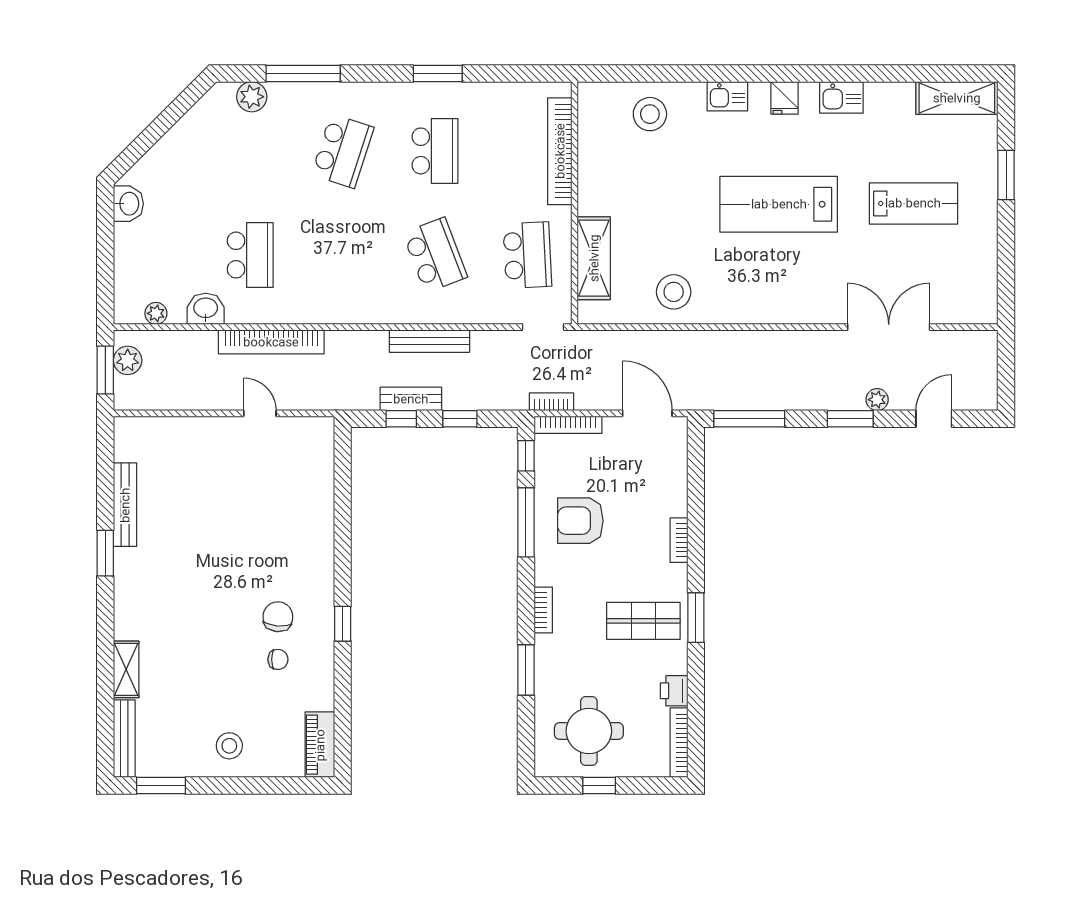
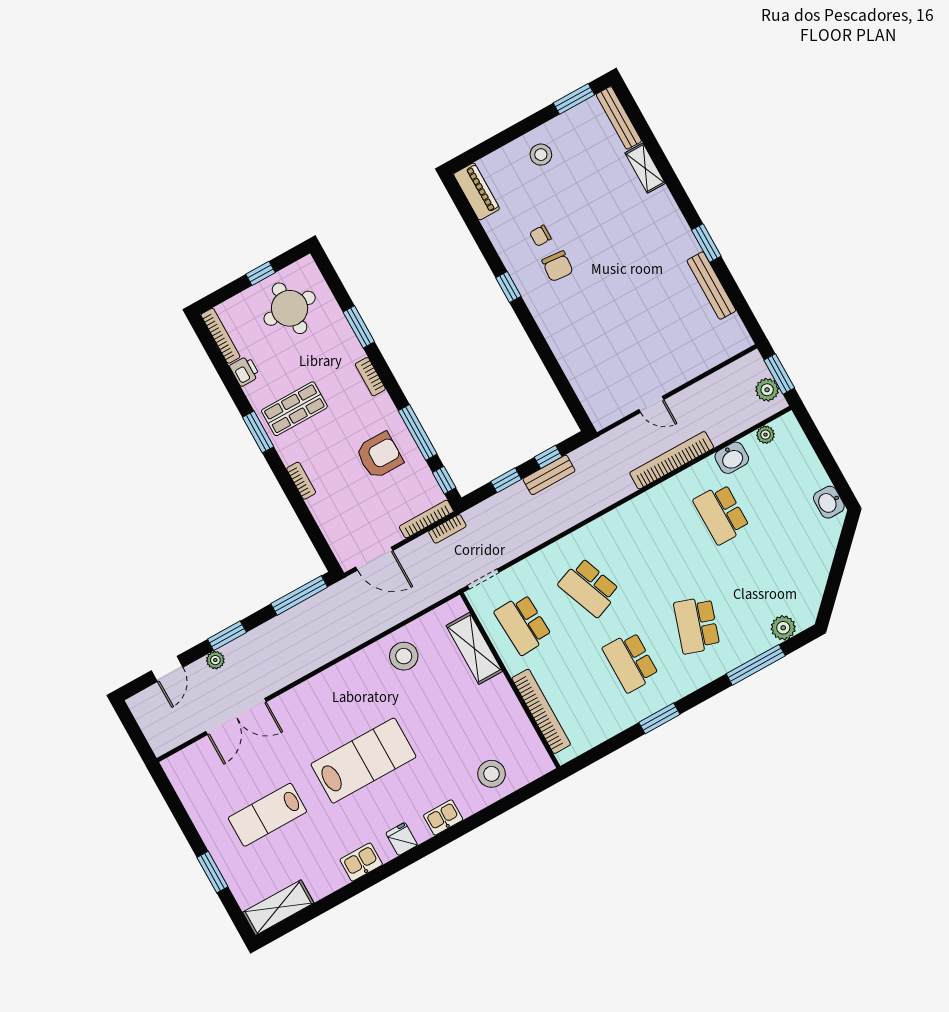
bench: (430, 341) -> (559, 524), removed

